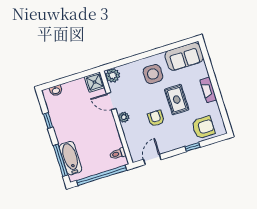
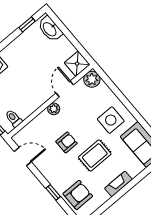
washbasin: (56, 91) -> (50, 29), width x1.91, depth x1.45
window: (48, 121) -> (27, 24), moved
armchair: (203, 127) -> (78, 195), turned -90

